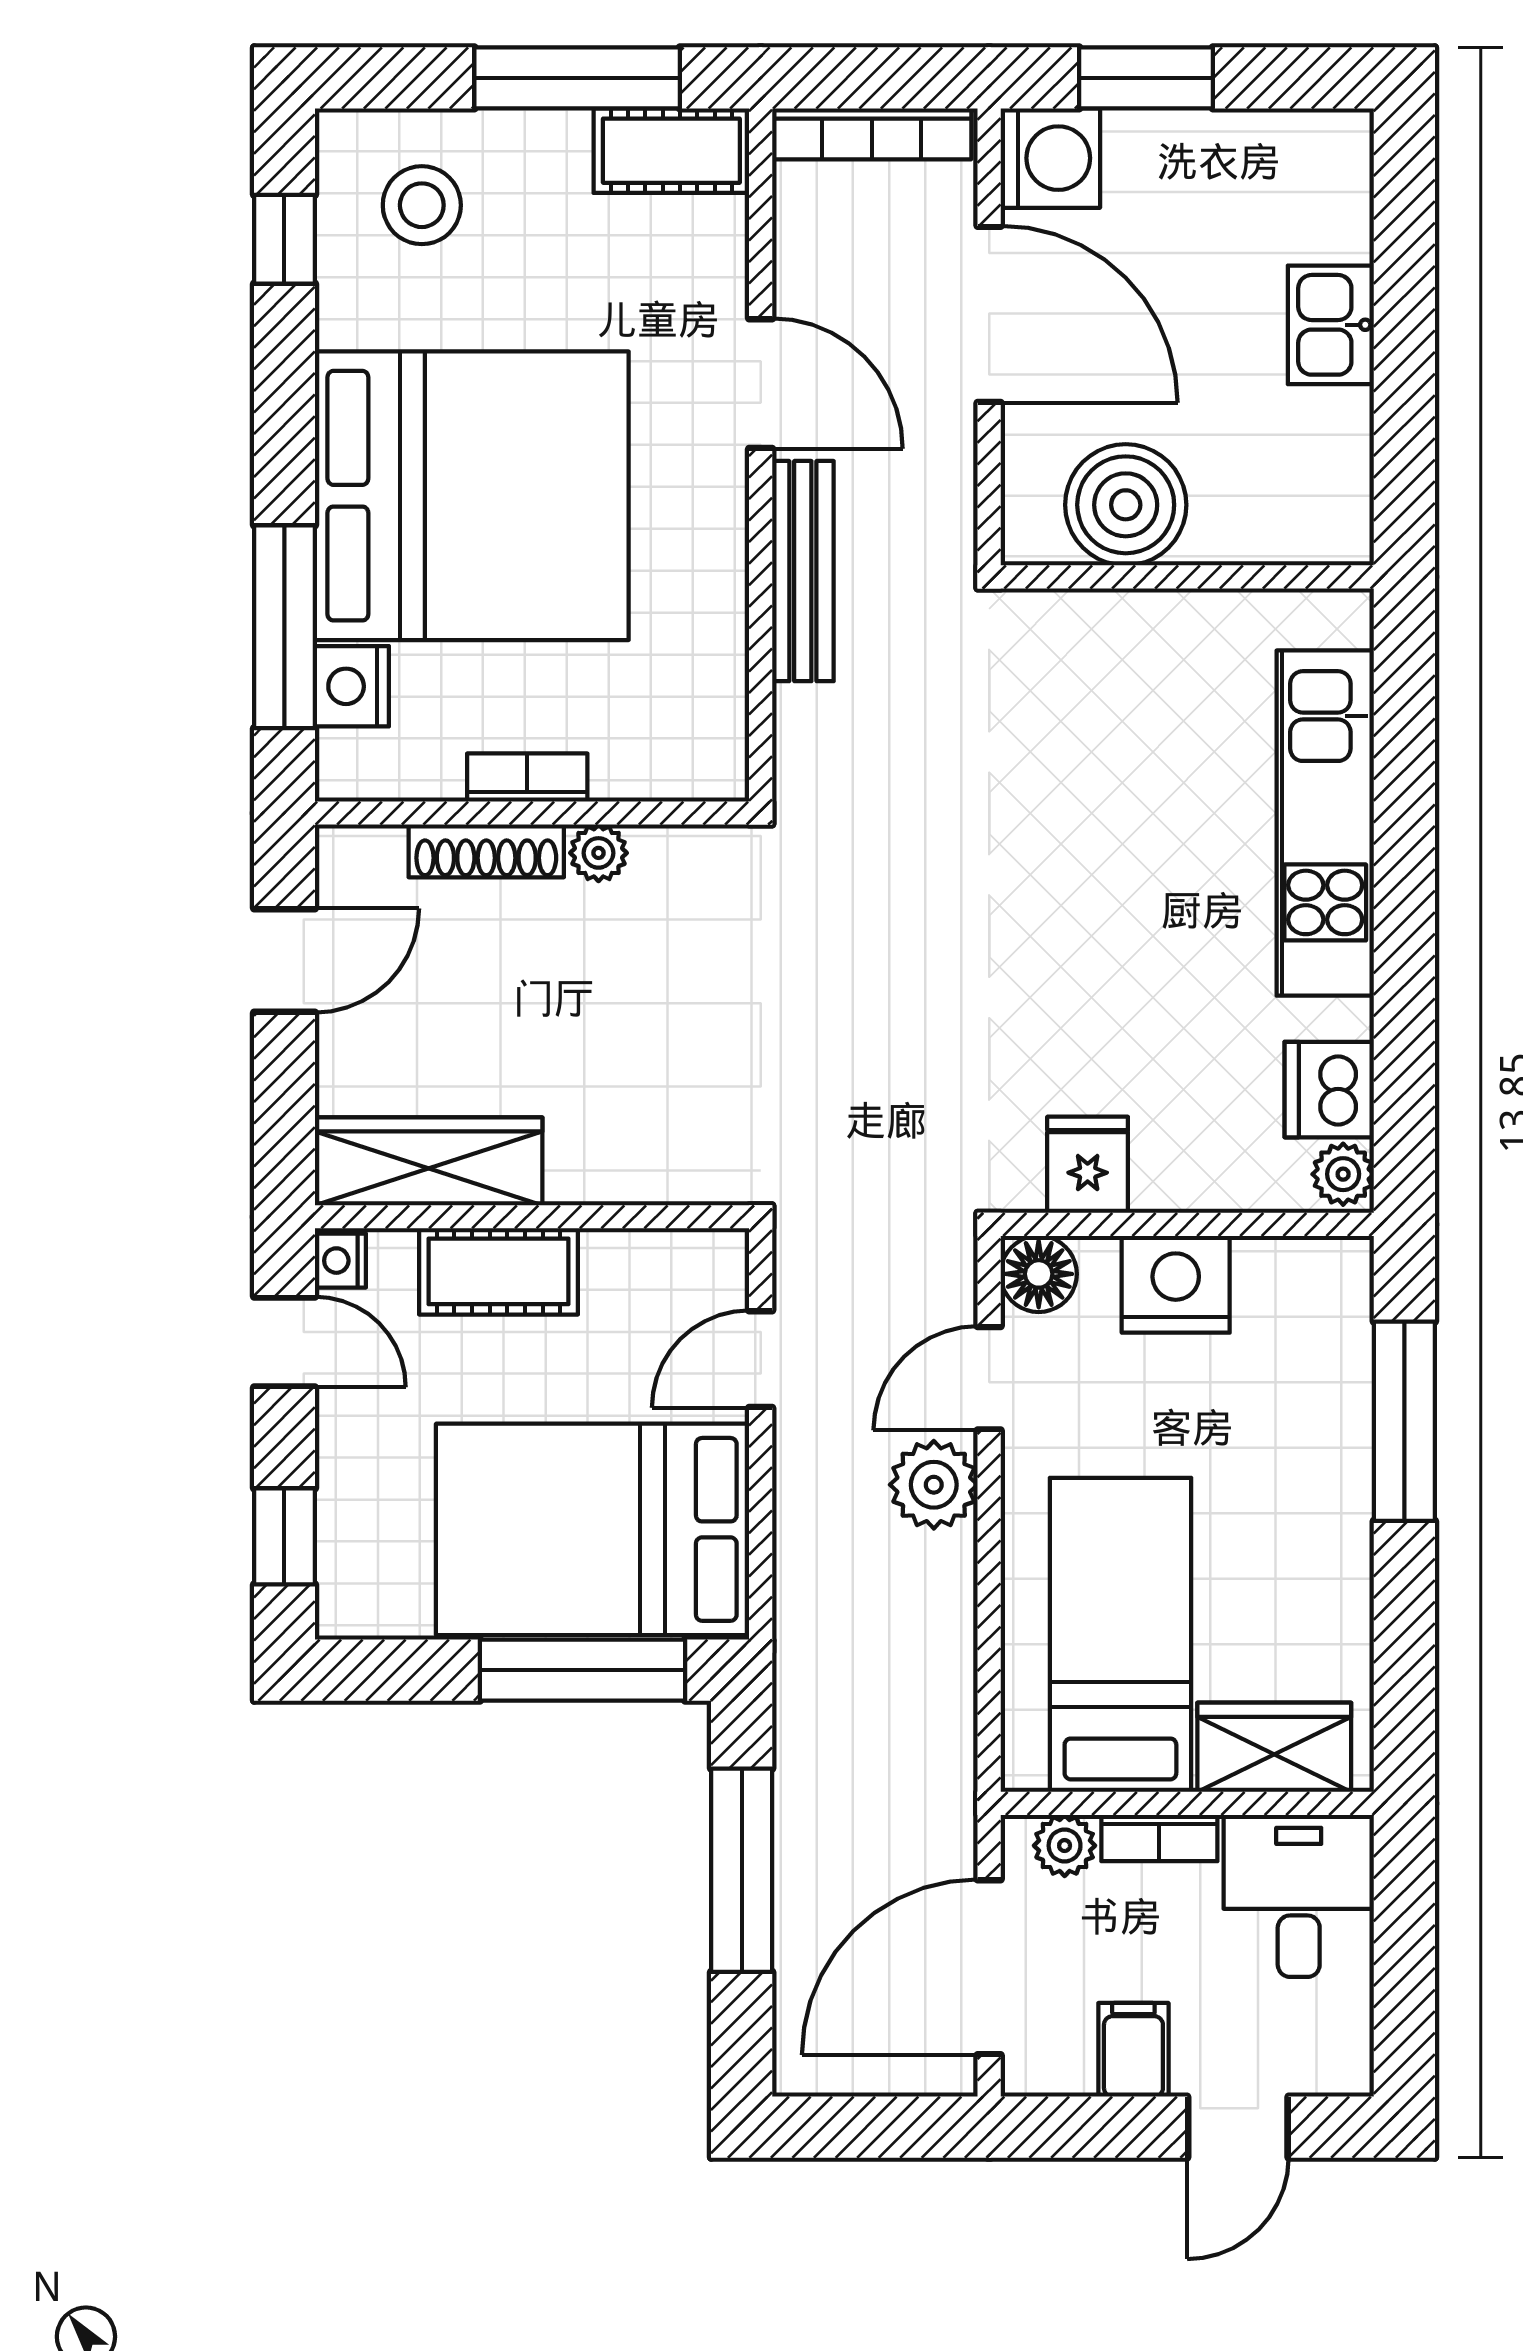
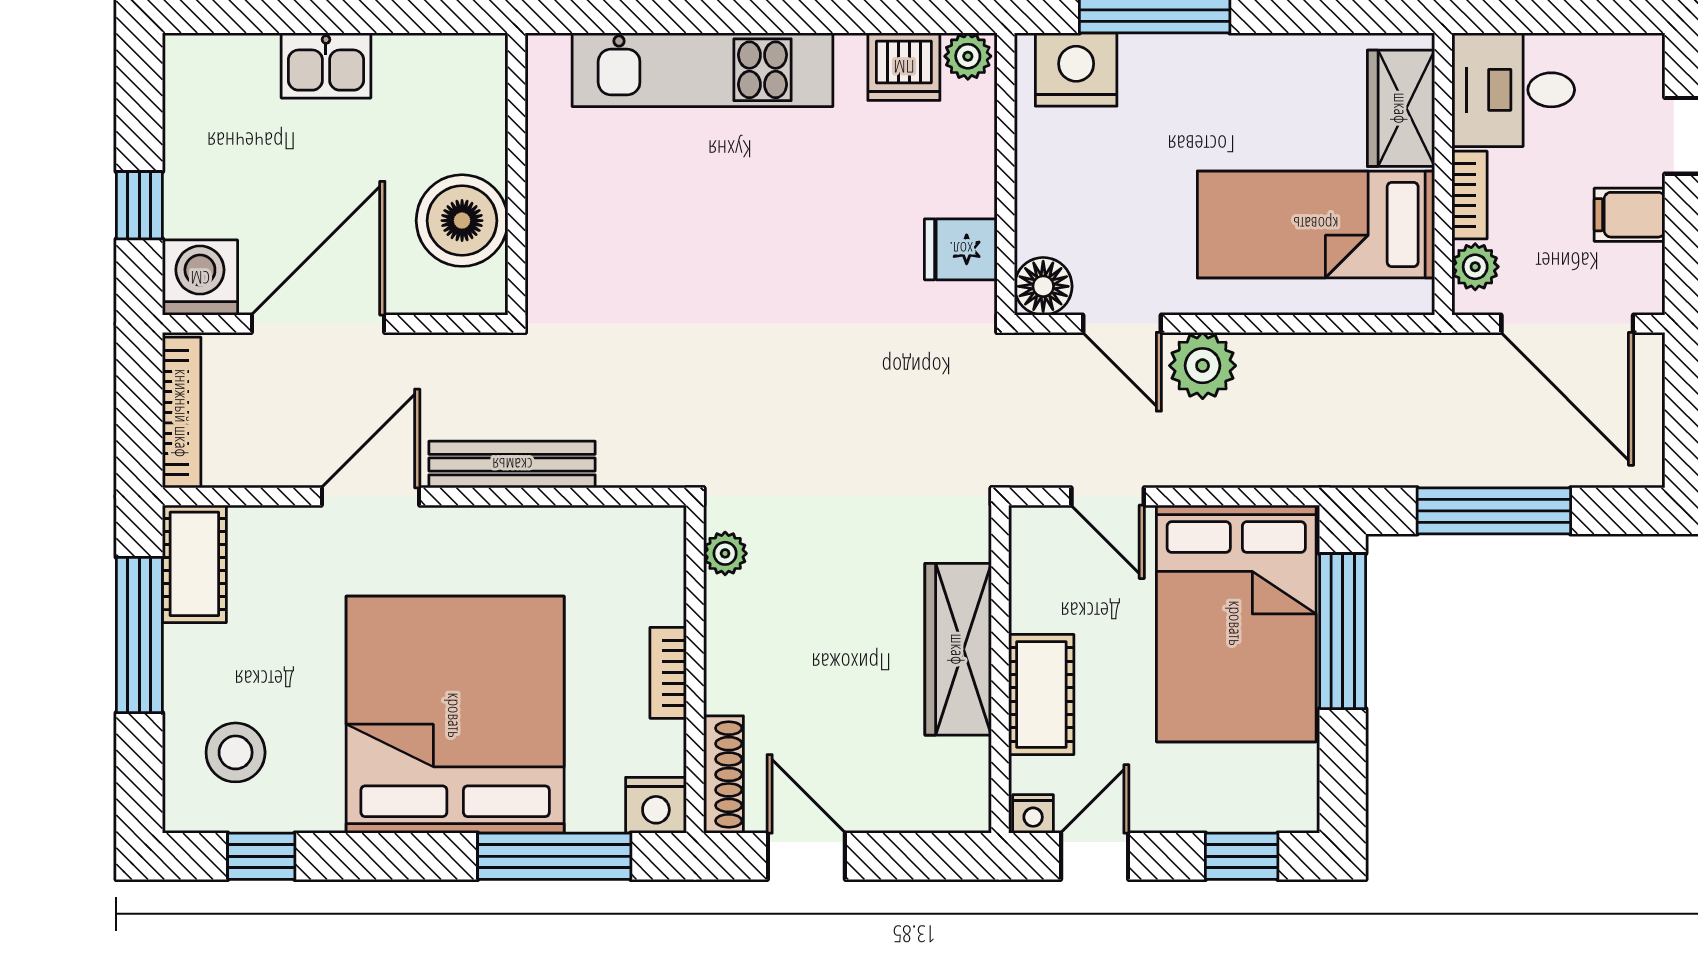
window: (1146, 78) -> (139, 205), width x0.67
nightstand: (352, 686) -> (656, 805), moved
shoe rack: (486, 851) -> (724, 774), moved
plant: (599, 853) -> (725, 553), moved
wardrobe: (429, 1161) -> (958, 649), moved
nightstand: (1176, 1284) -> (1076, 70), moved, turned 90

